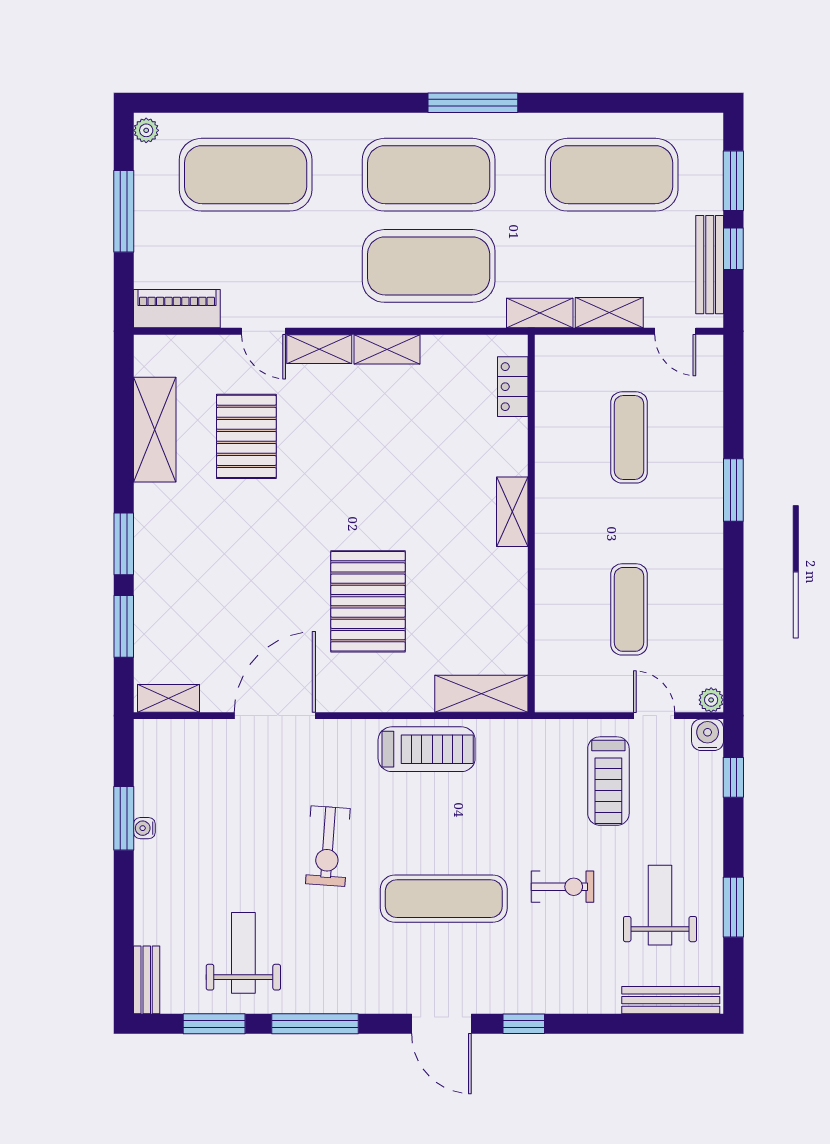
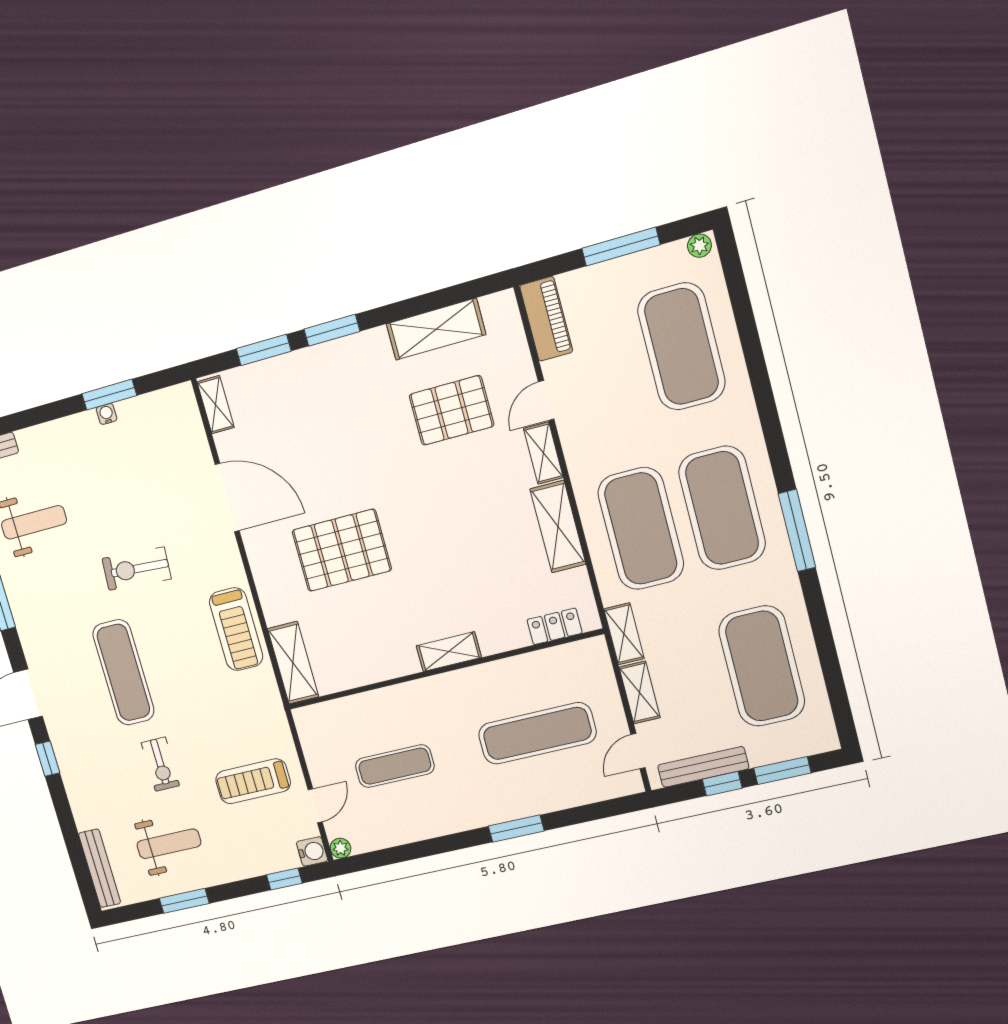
shelving: (387, 349) -> (558, 527), width x1.50, depth x1.33
exercise mat: (629, 437) -> (537, 733), width x1.36, depth x1.45

